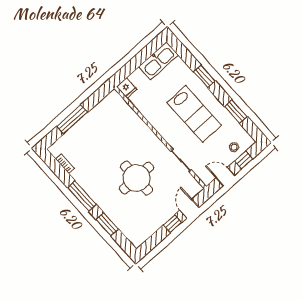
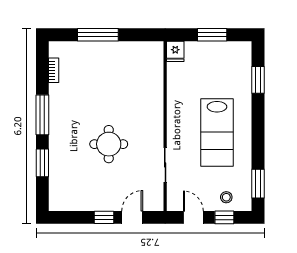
window: (140, 59) -> (212, 35), added
kitchen sink: (158, 61) -> (228, 52), removed
window: (204, 76) -> (258, 80), moved
window: (236, 111) -> (258, 184), moved
round table: (137, 178) -> (109, 144), width x0.73, depth x0.73

